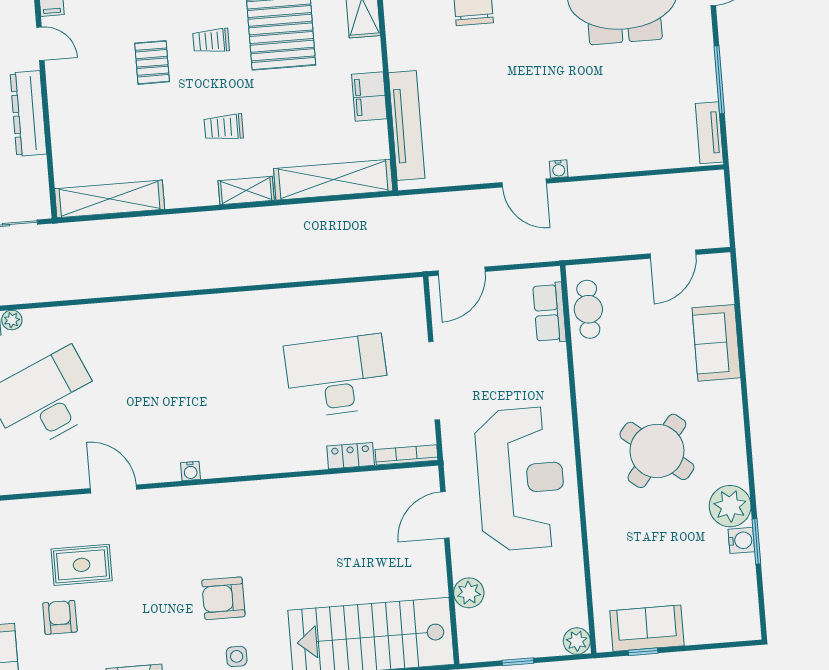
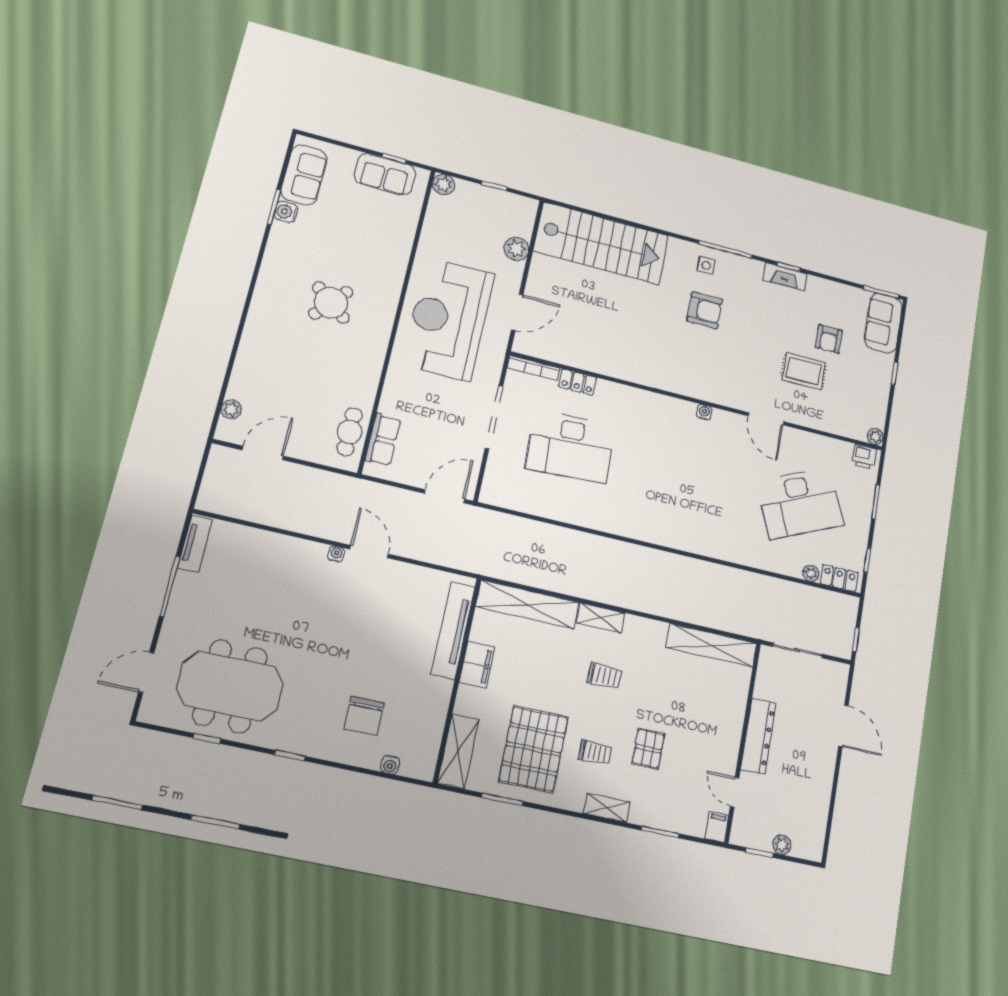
sofa: (716, 343) -> (304, 175), moved
round table: (657, 451) -> (331, 303), width x0.73, depth x0.73
plant: (730, 506) -> (231, 409), moved, width x0.53, depth x0.53

